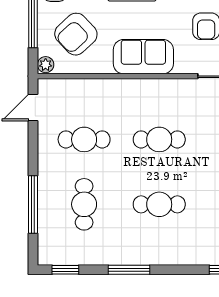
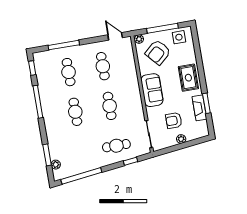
armchair: (76, 34) -> (158, 52), turned -89
cafe table: (84, 204) -> (69, 72), turned 90
window: (129, 270) -> (38, 102), width x1.44

